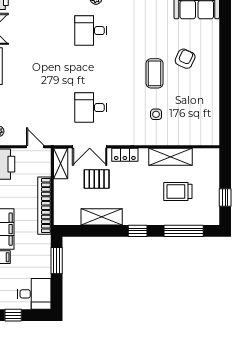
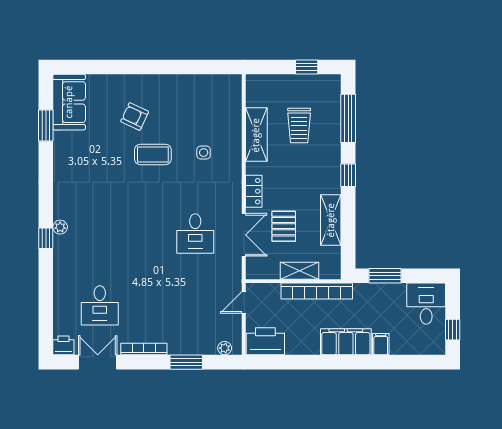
desk: (91, 31) -> (100, 305), moved
shelving: (61, 164) -> (300, 271), moved

